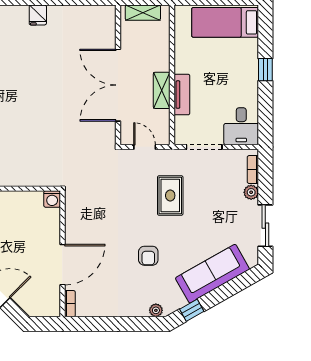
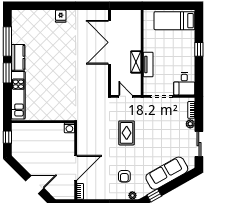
shelving: (143, 13) -> (125, 15), removed
double door: (118, 85) -> (109, 42), moved
rug: (170, 195) -> (127, 133), moved
armchair: (148, 256) -> (124, 176), moved

